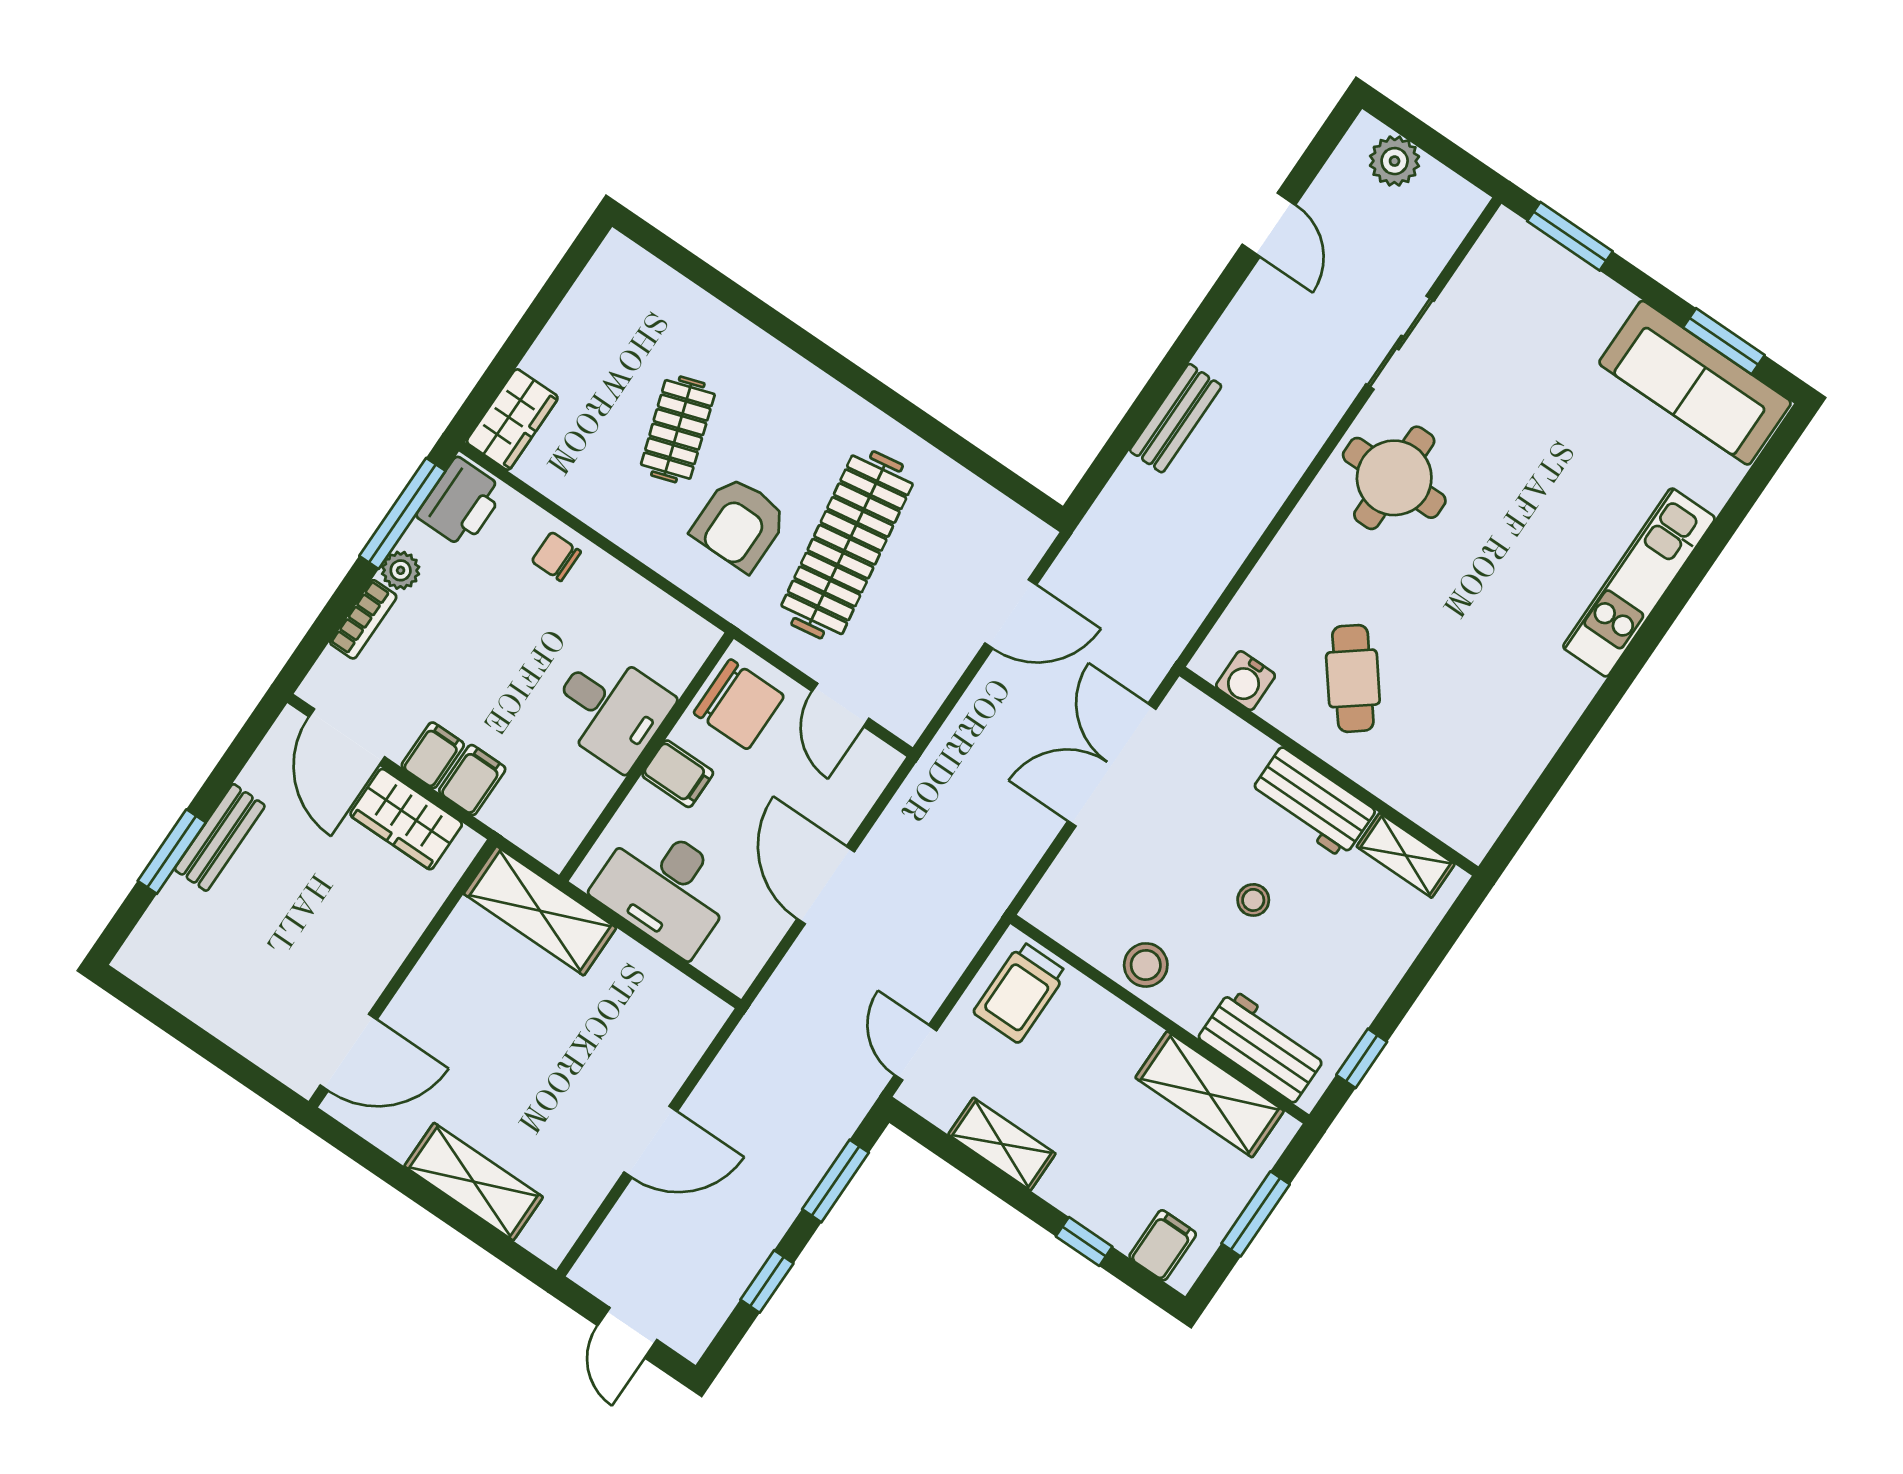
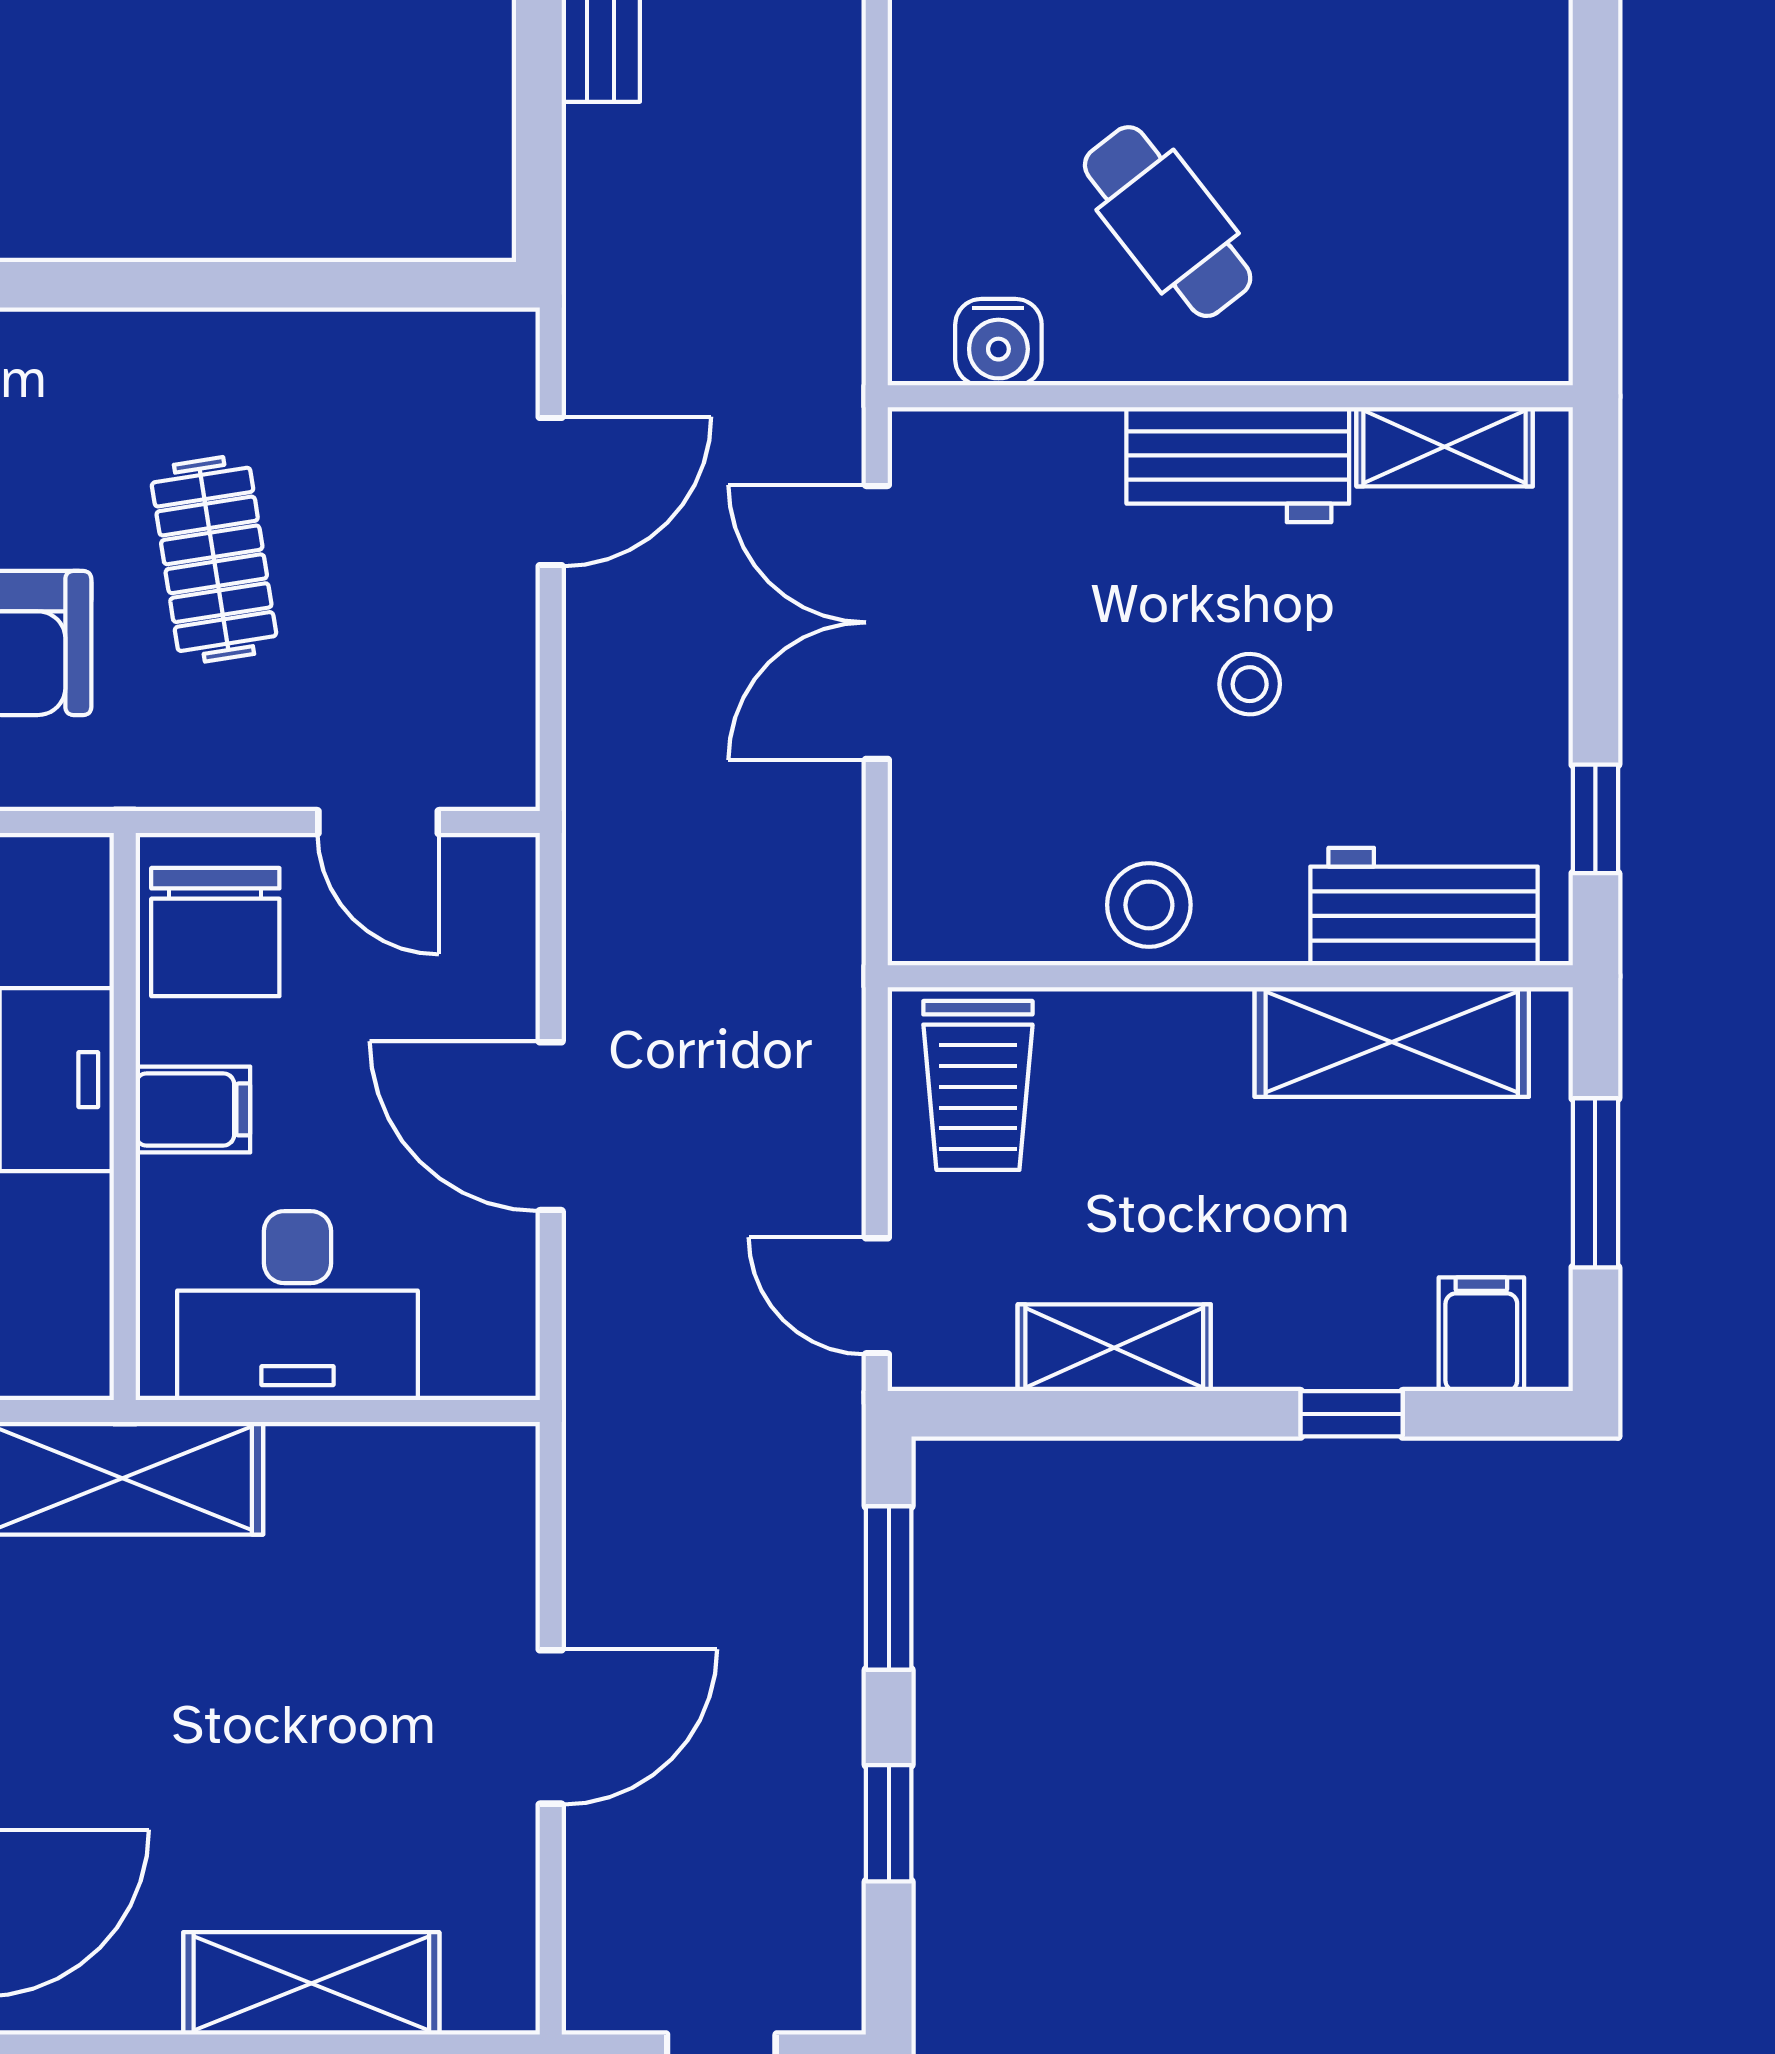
clothes rail: (847, 545) -> (214, 559), width x0.54, depth x0.76
chair: (739, 704) -> (215, 932), turned 90

